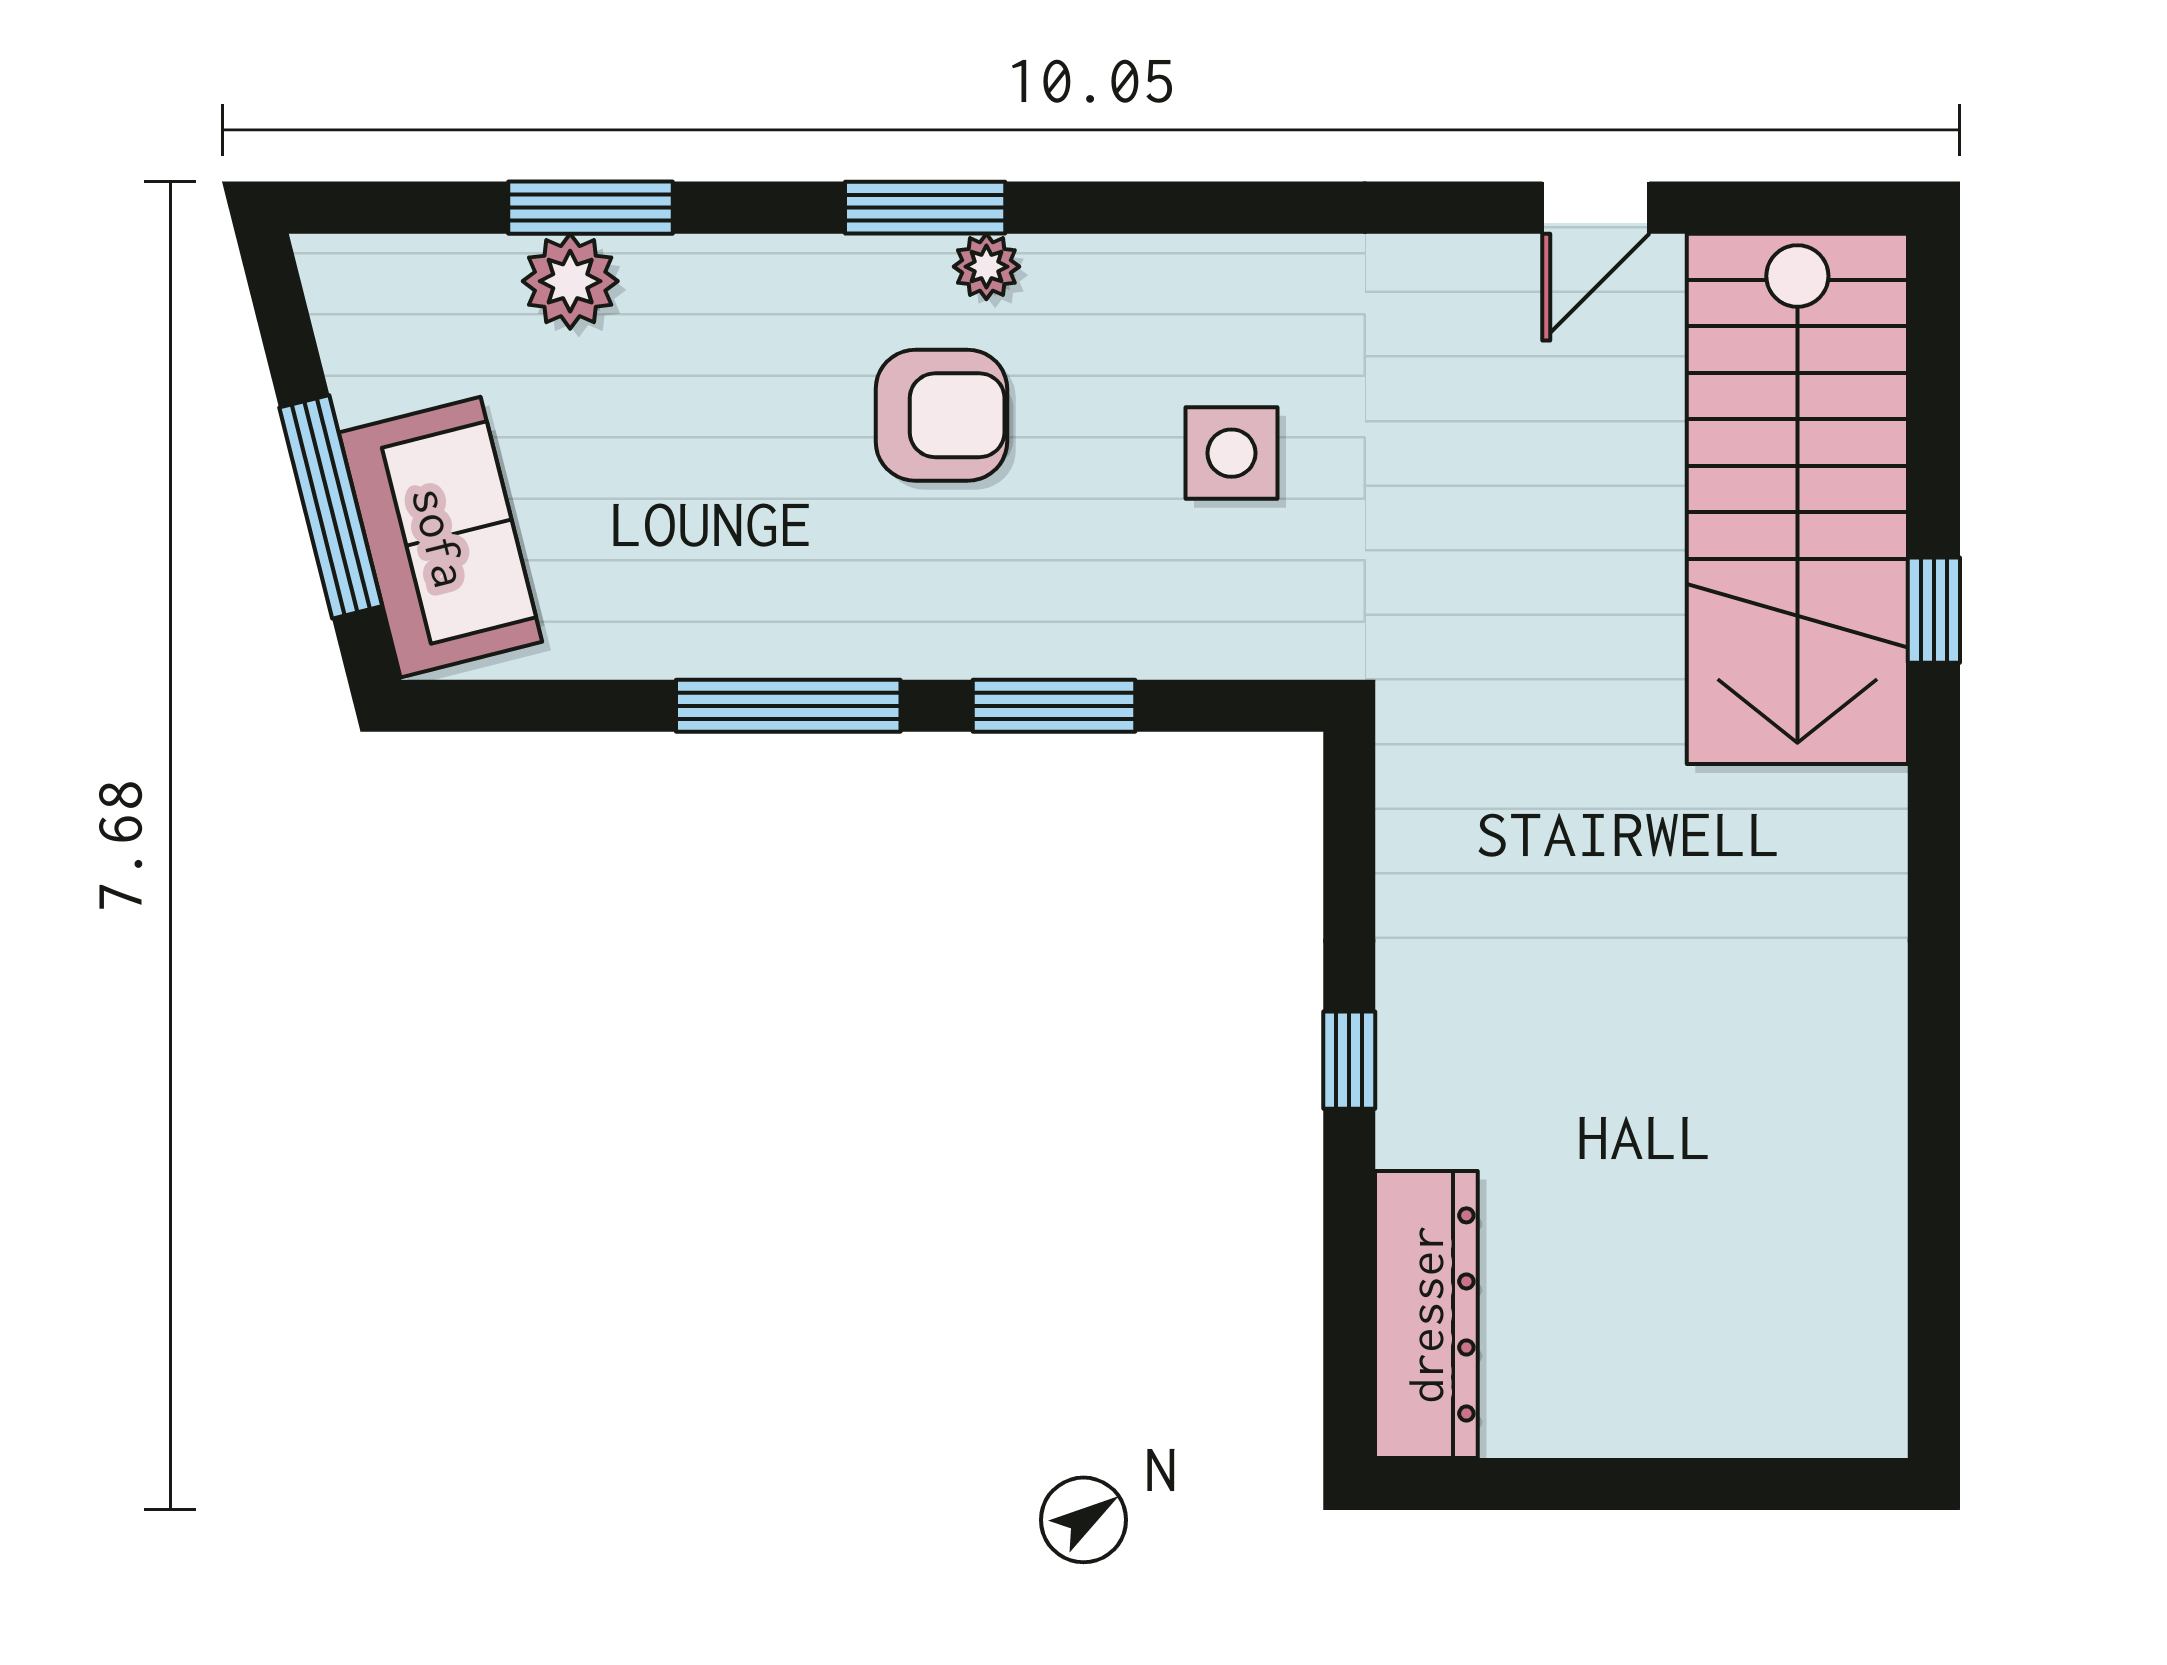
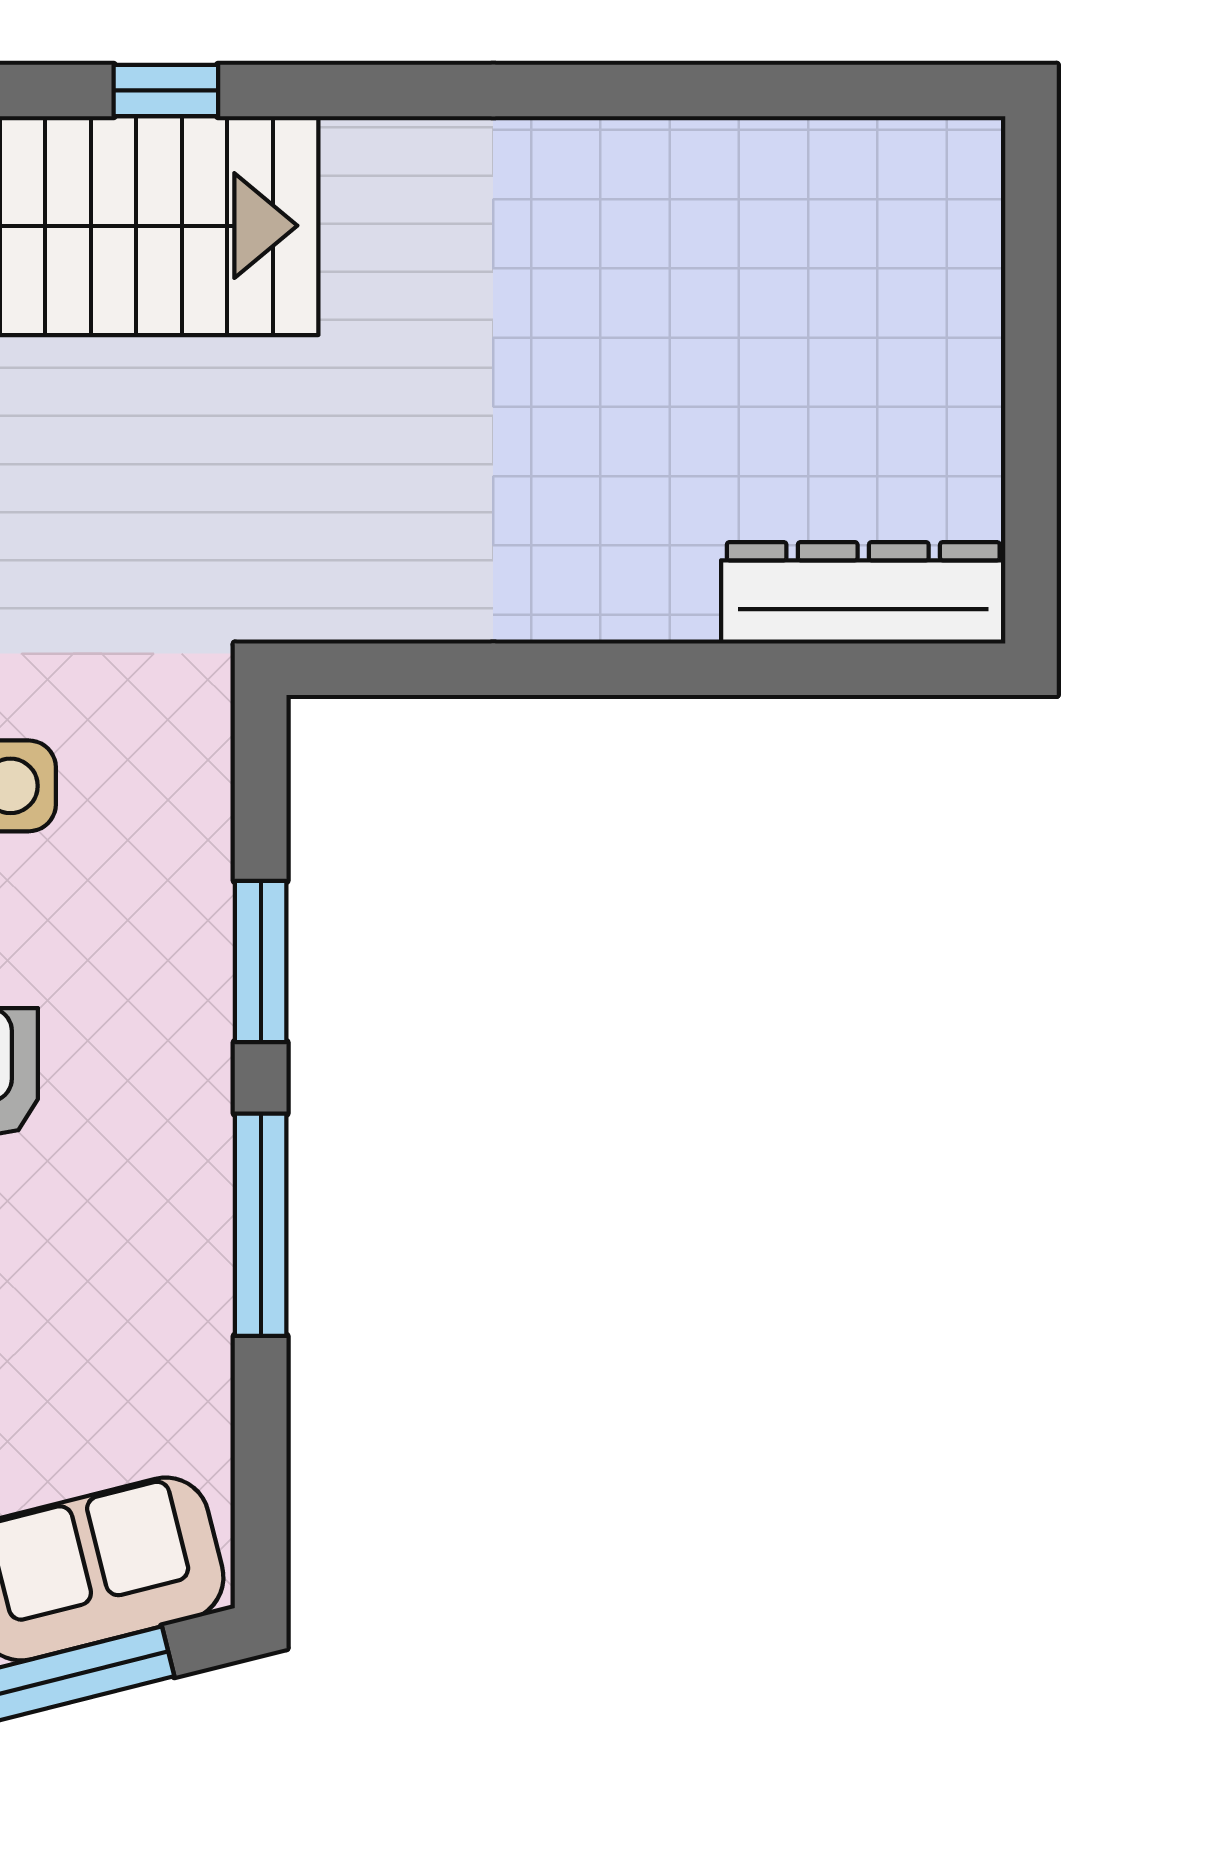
window: (1349, 1060) -> (611, 669), removed

